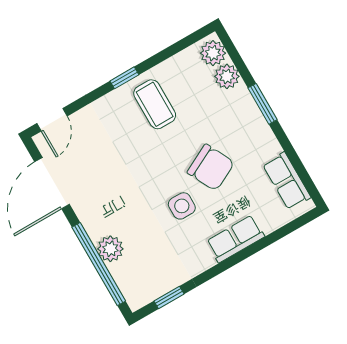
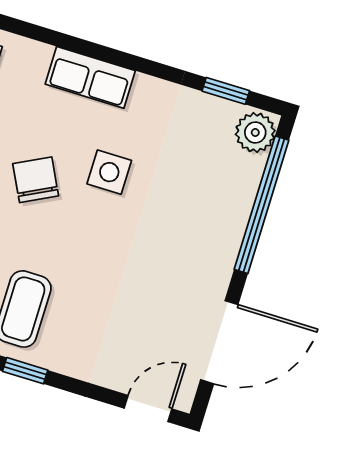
chair: (211, 167) -> (36, 180), width x0.73, depth x0.73
plant: (110, 249) -> (255, 133), moved

